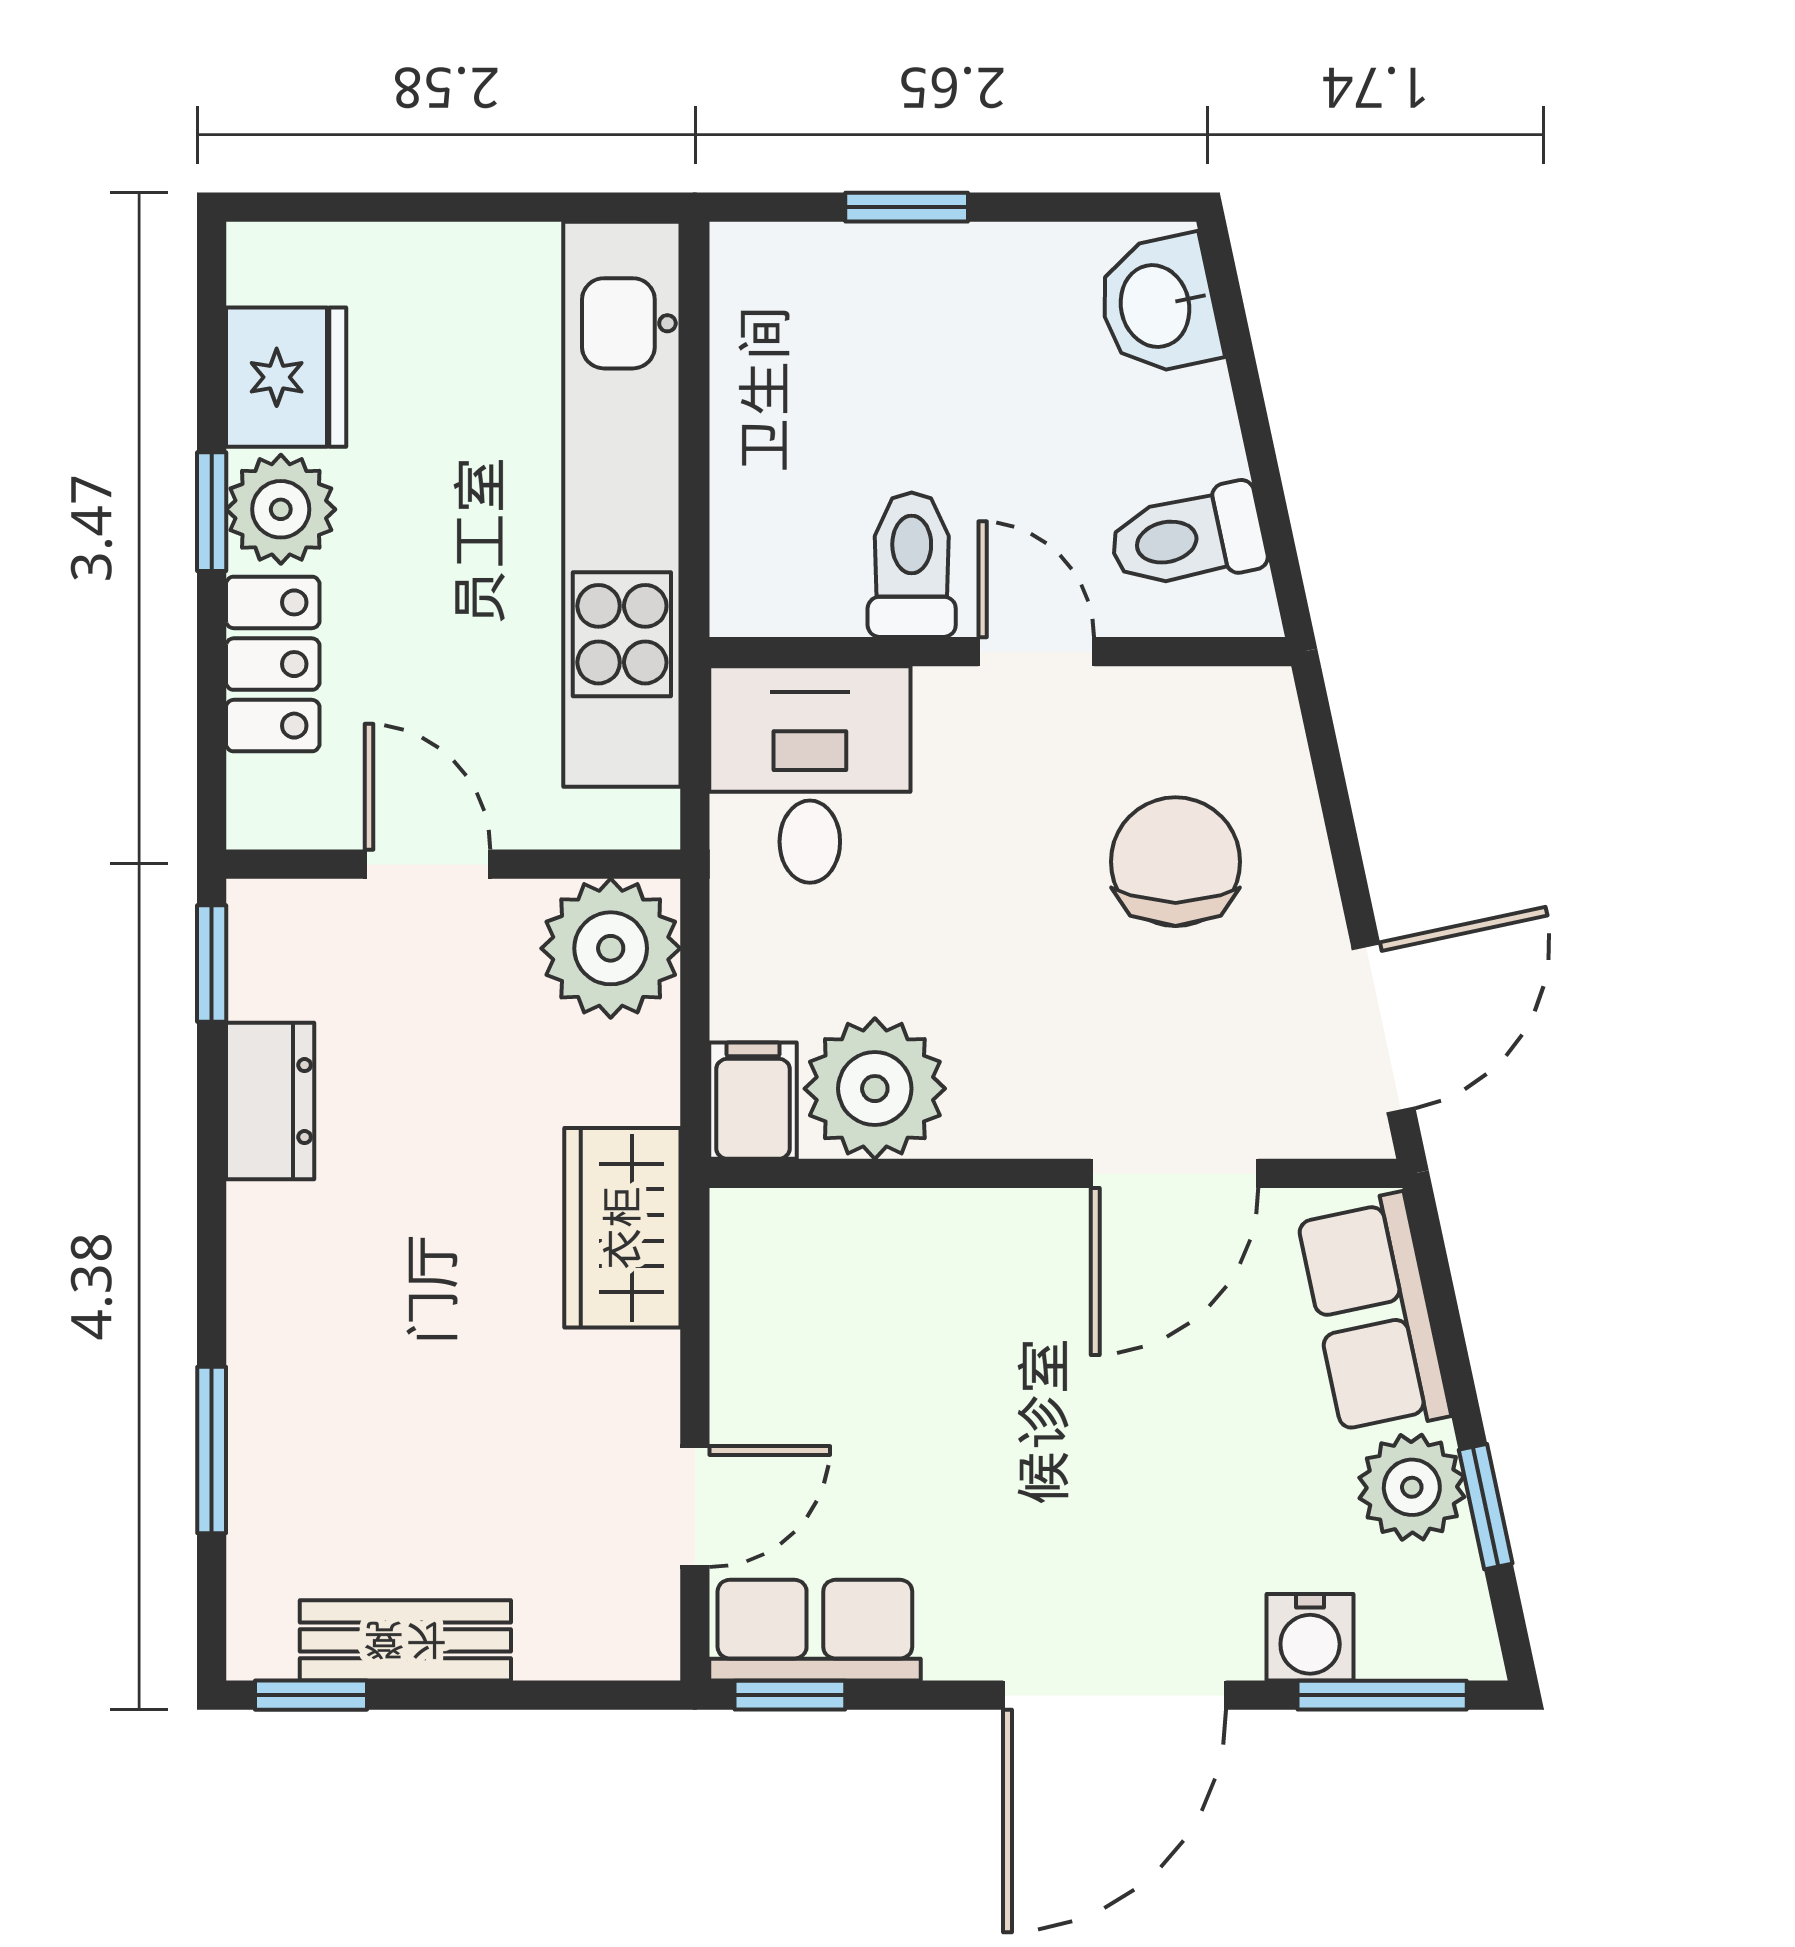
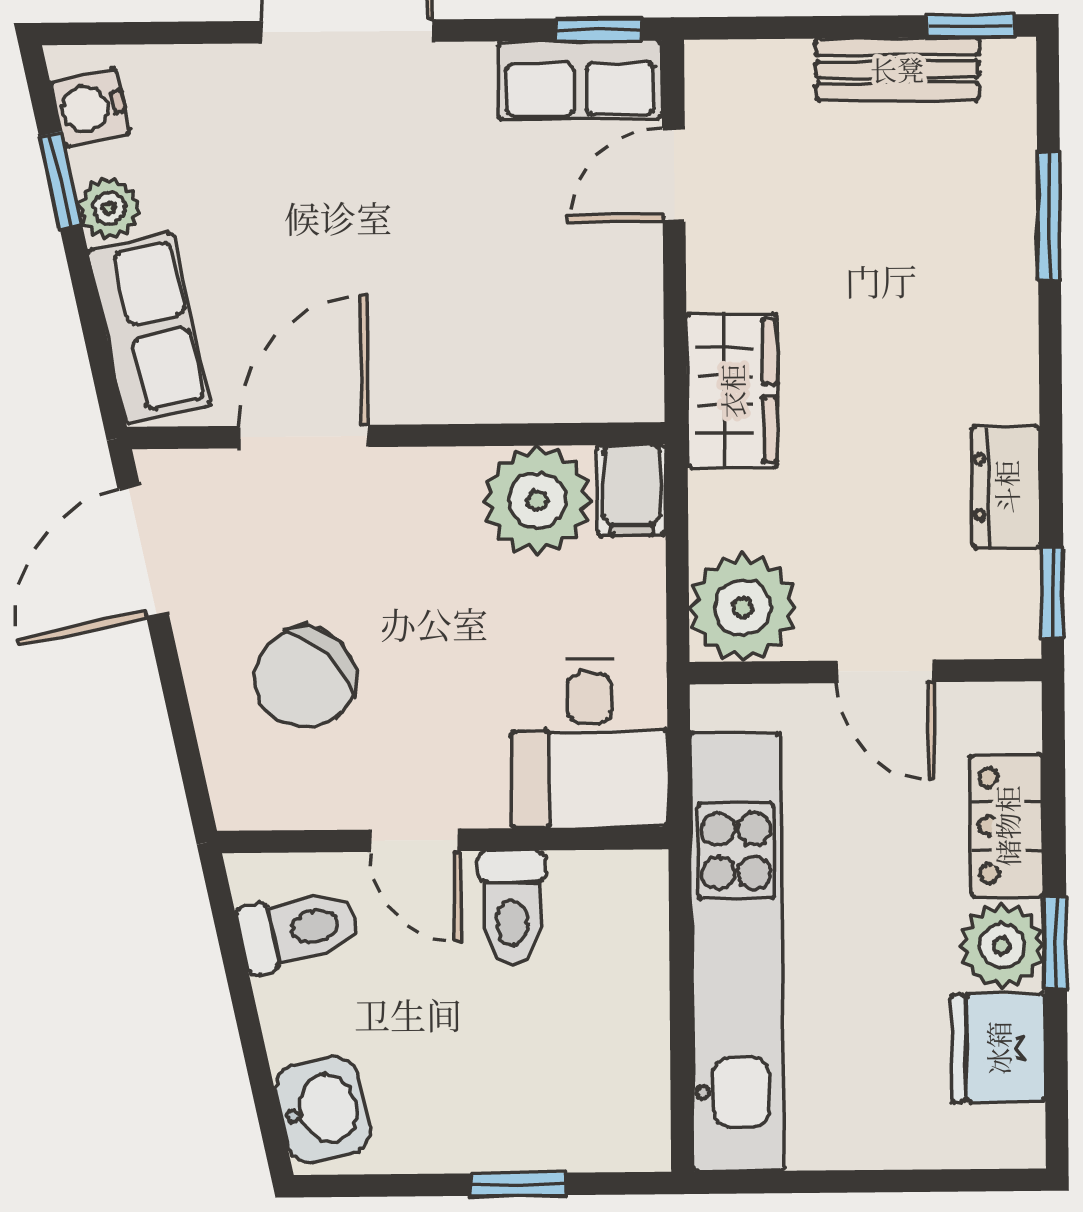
chair: (1176, 862) -> (305, 678), turned 44
plant: (1412, 1487) -> (109, 208), width x0.73, depth x0.73
water cooler: (1310, 1637) -> (90, 108), moved, turned -102
window: (1382, 1695) -> (140, 33), removed

